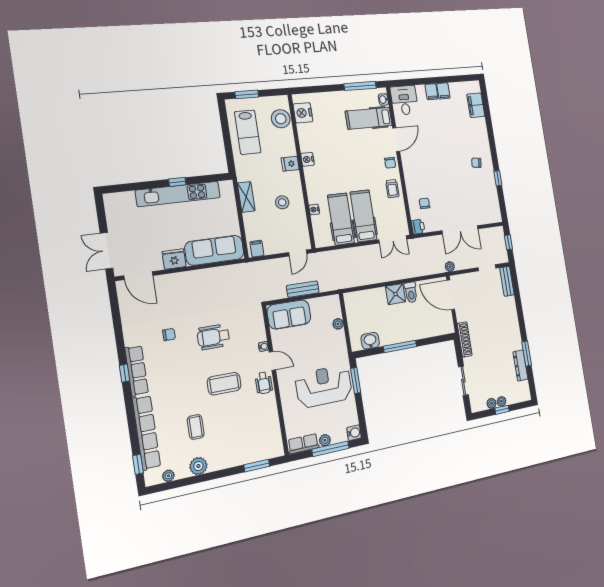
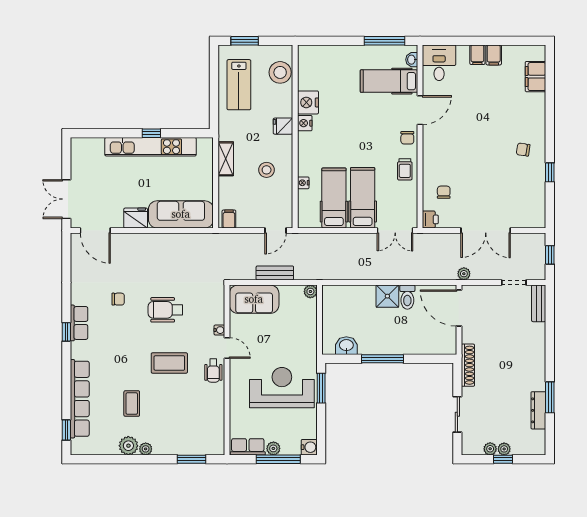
nightstand: (303, 113) -> (308, 102), moved
plant: (338, 324) -> (310, 291), moved
row of seats: (137, 371) -> (79, 323), width x0.68
plant: (168, 476) -> (146, 449), moved

